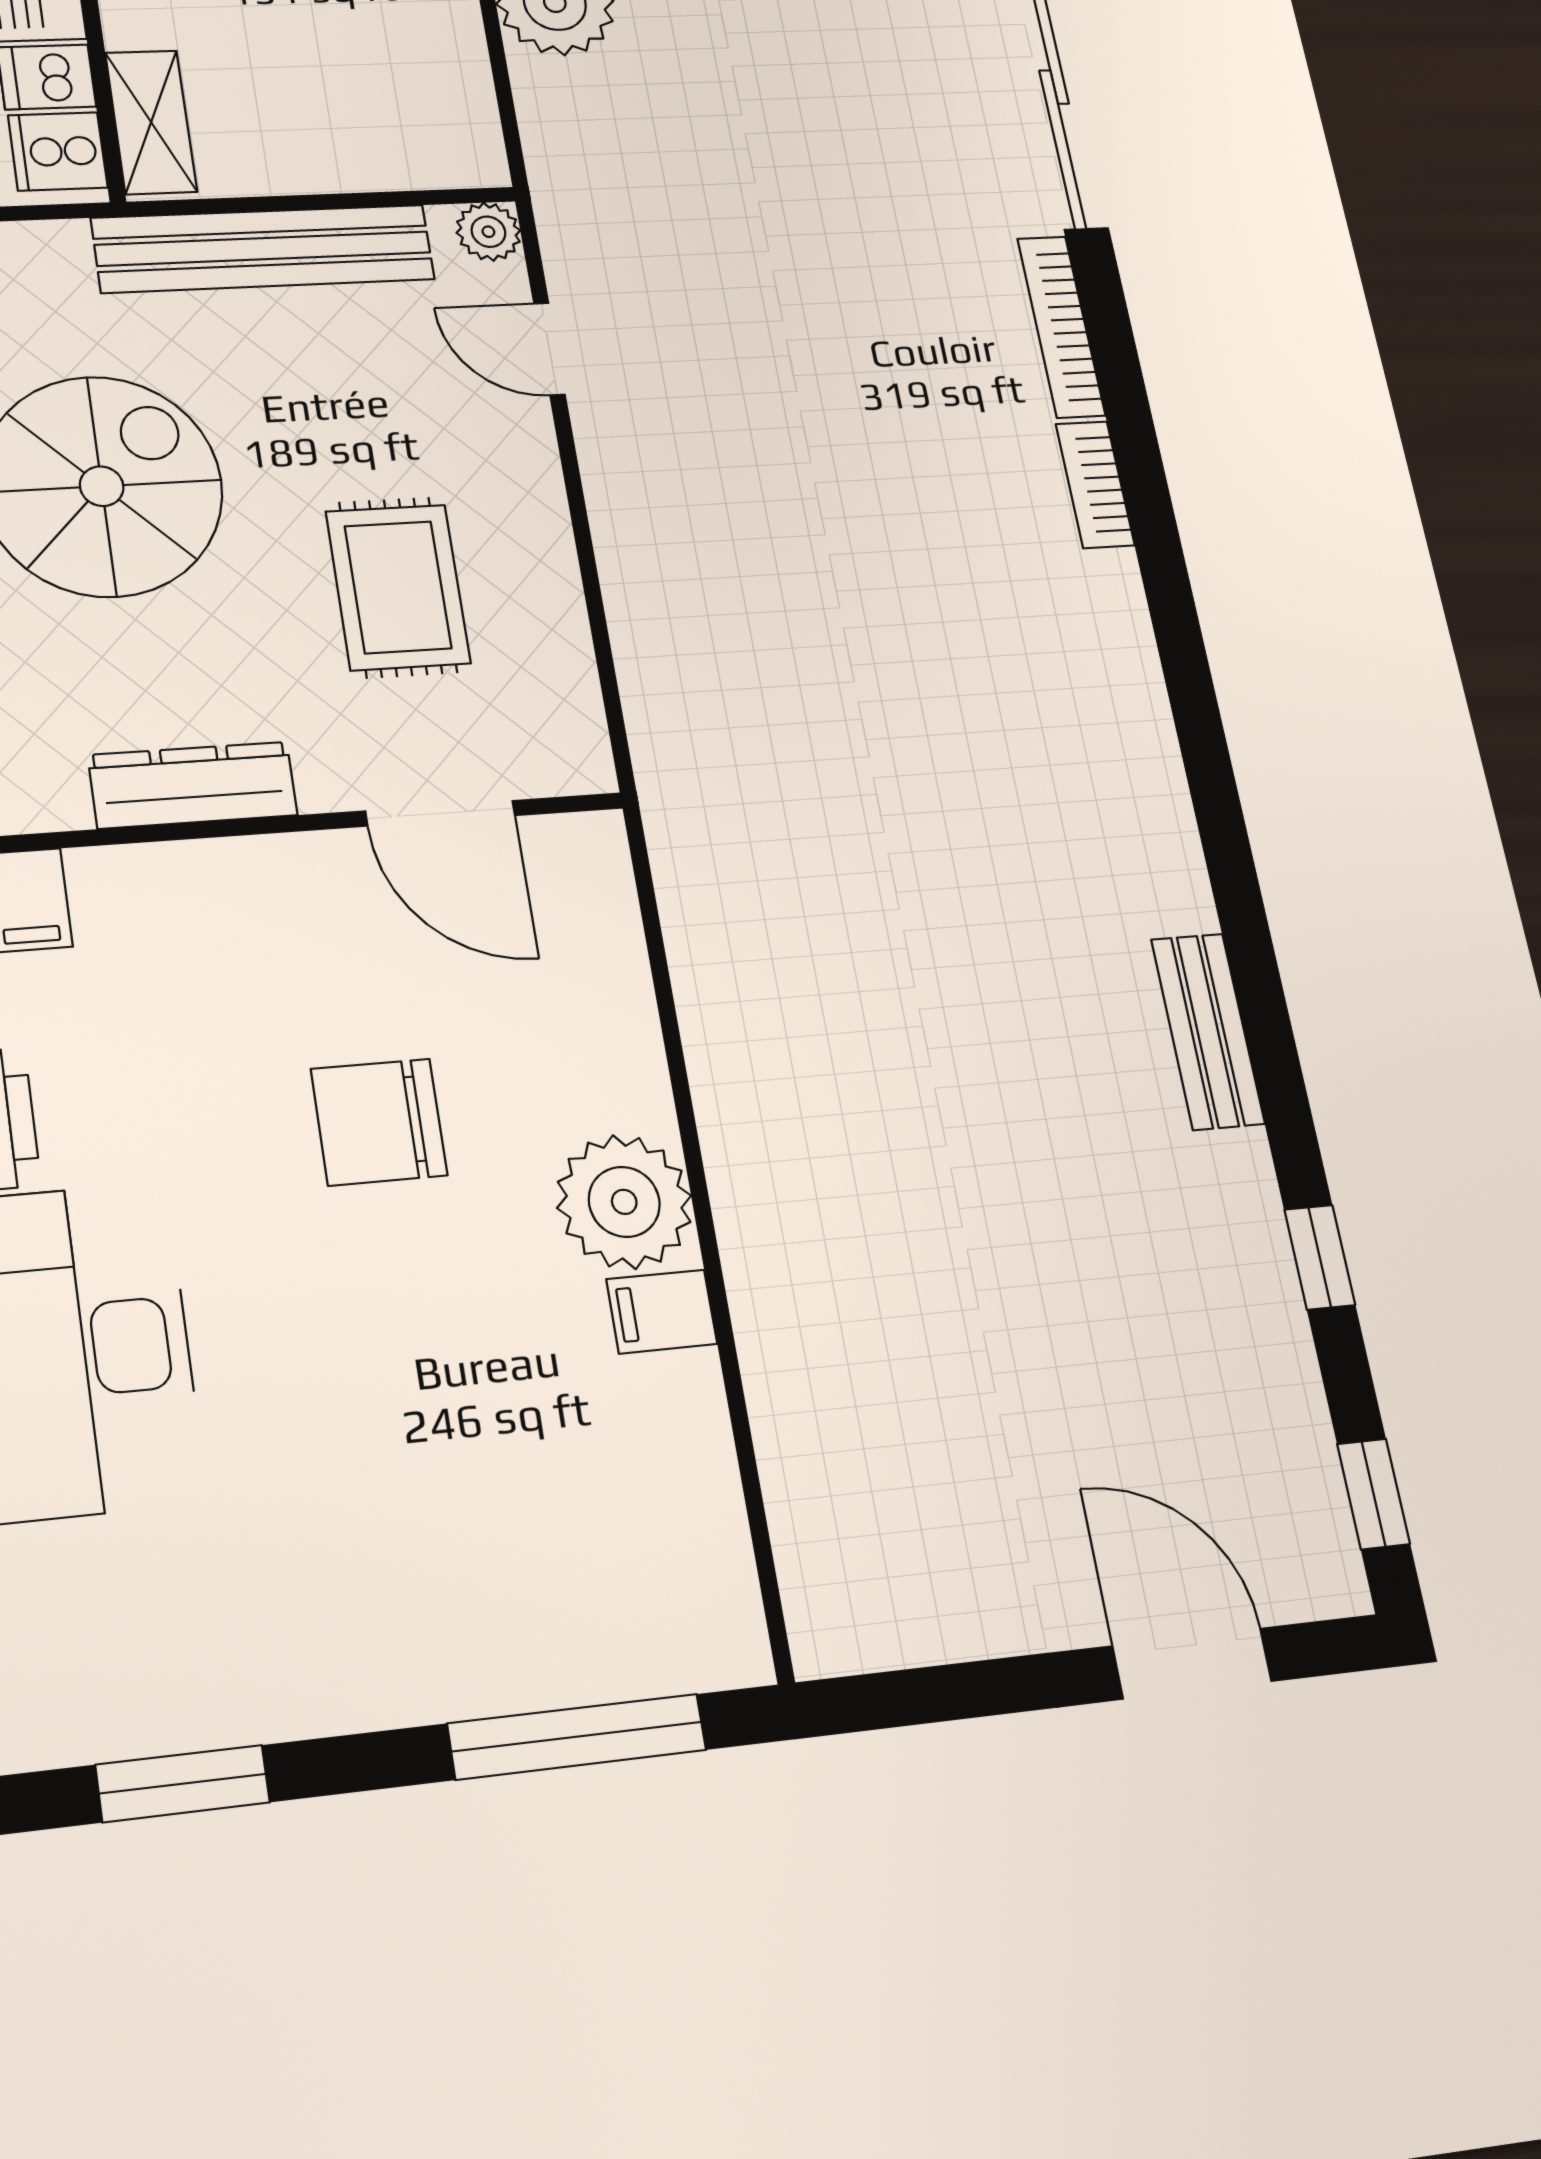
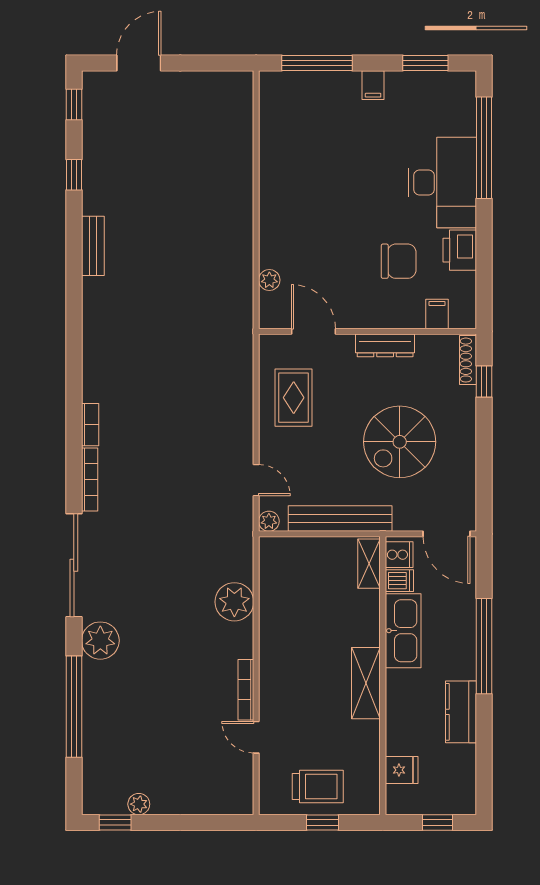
rug: (398, 587) -> (294, 398), moved
chair: (379, 1122) -> (399, 261), moved
plant: (624, 1202) -> (269, 280), moved, width x0.53, depth x0.53
filing cabinet: (662, 1312) -> (373, 85), moved, turned 90
door: (1192, 1664) -> (139, 63), swing flipped

